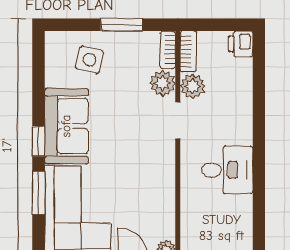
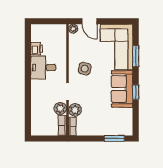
window: (122, 25) -> (114, 139), moved
printer: (241, 44) -> (37, 49), moved
side table: (90, 60) -> (85, 69), moved
window: (39, 141) -> (136, 92), moved

